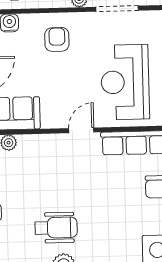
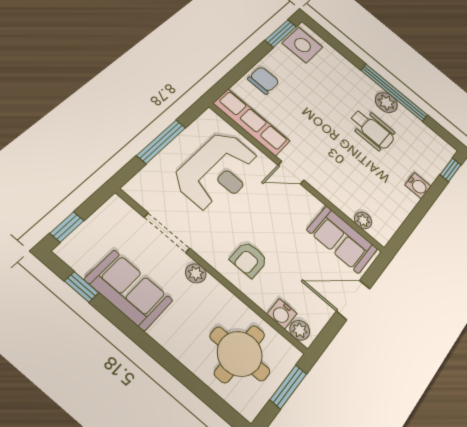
wheelchair: (56, 228) -> (372, 129), turned 180

